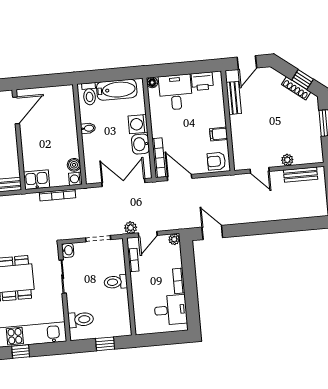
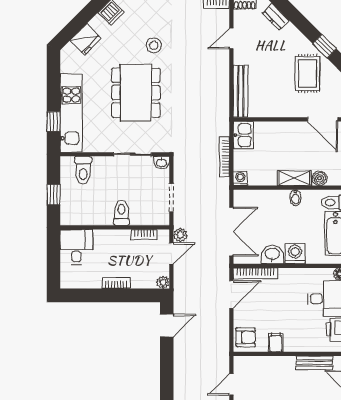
shelving: (71, 131) -> (294, 178), added
armchair: (216, 161) -> (246, 337), turned 90
boiler: (74, 165) -> (320, 178), moved
door: (148, 234) -> (171, 253), swing flipped
desk: (171, 310) -> (76, 247), moved, turned 180
window: (21, 352) -> (54, 122), moved

